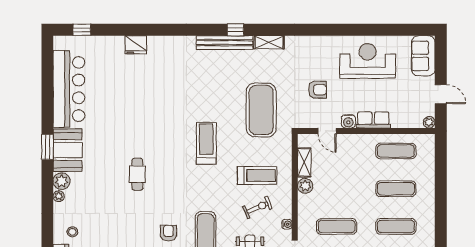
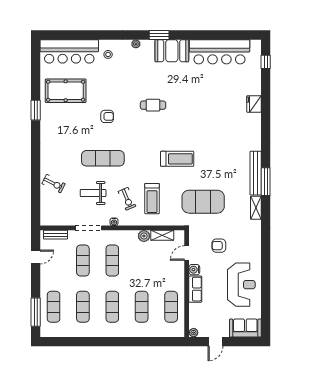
window: (235, 30) -> (266, 182), width x2.17
armchair: (318, 90) -> (219, 246), turned 90
window: (47, 147) -> (159, 35), moved
plant: (62, 181) -> (148, 46), removed
armchair: (168, 233) -> (107, 116), moved

